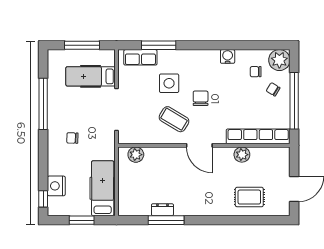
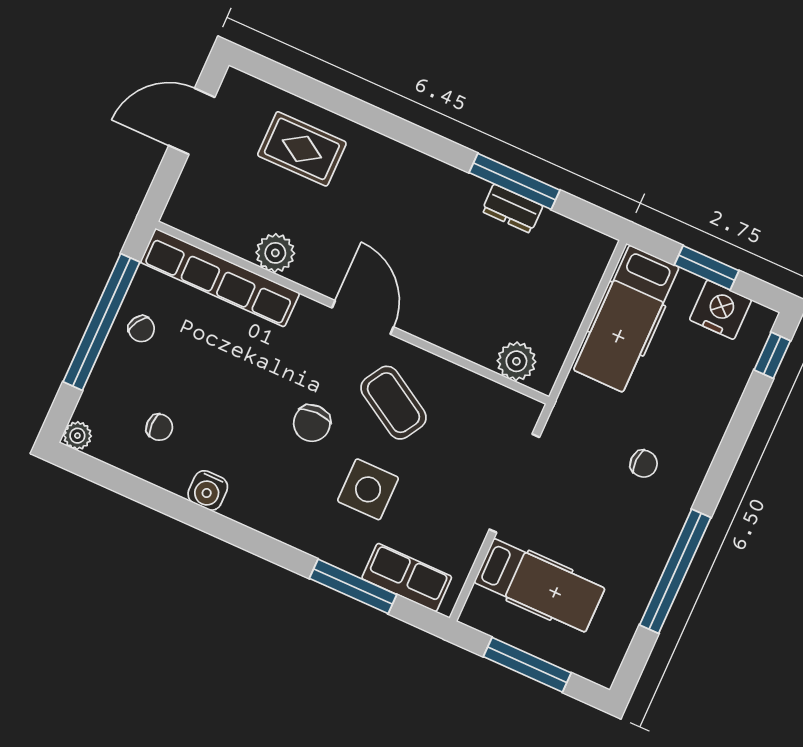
plant: (279, 60) -> (77, 436), width x0.53, depth x0.53
chair: (273, 89) -> (141, 329), moved
nightstand: (56, 186) -> (720, 310), moved, turned -90

